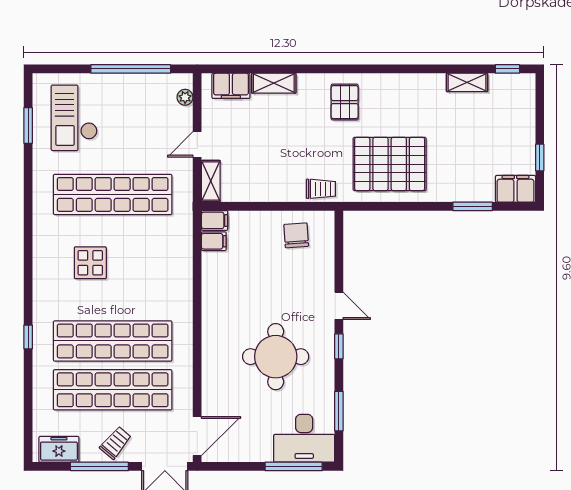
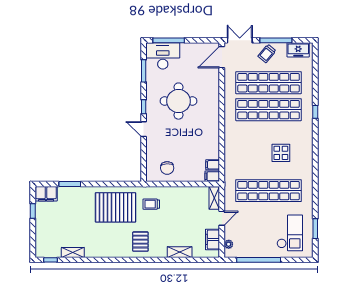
filing cabinet: (231, 86) -> (213, 239), moved, turned -90
trolley: (321, 189) -> (151, 204), moved

